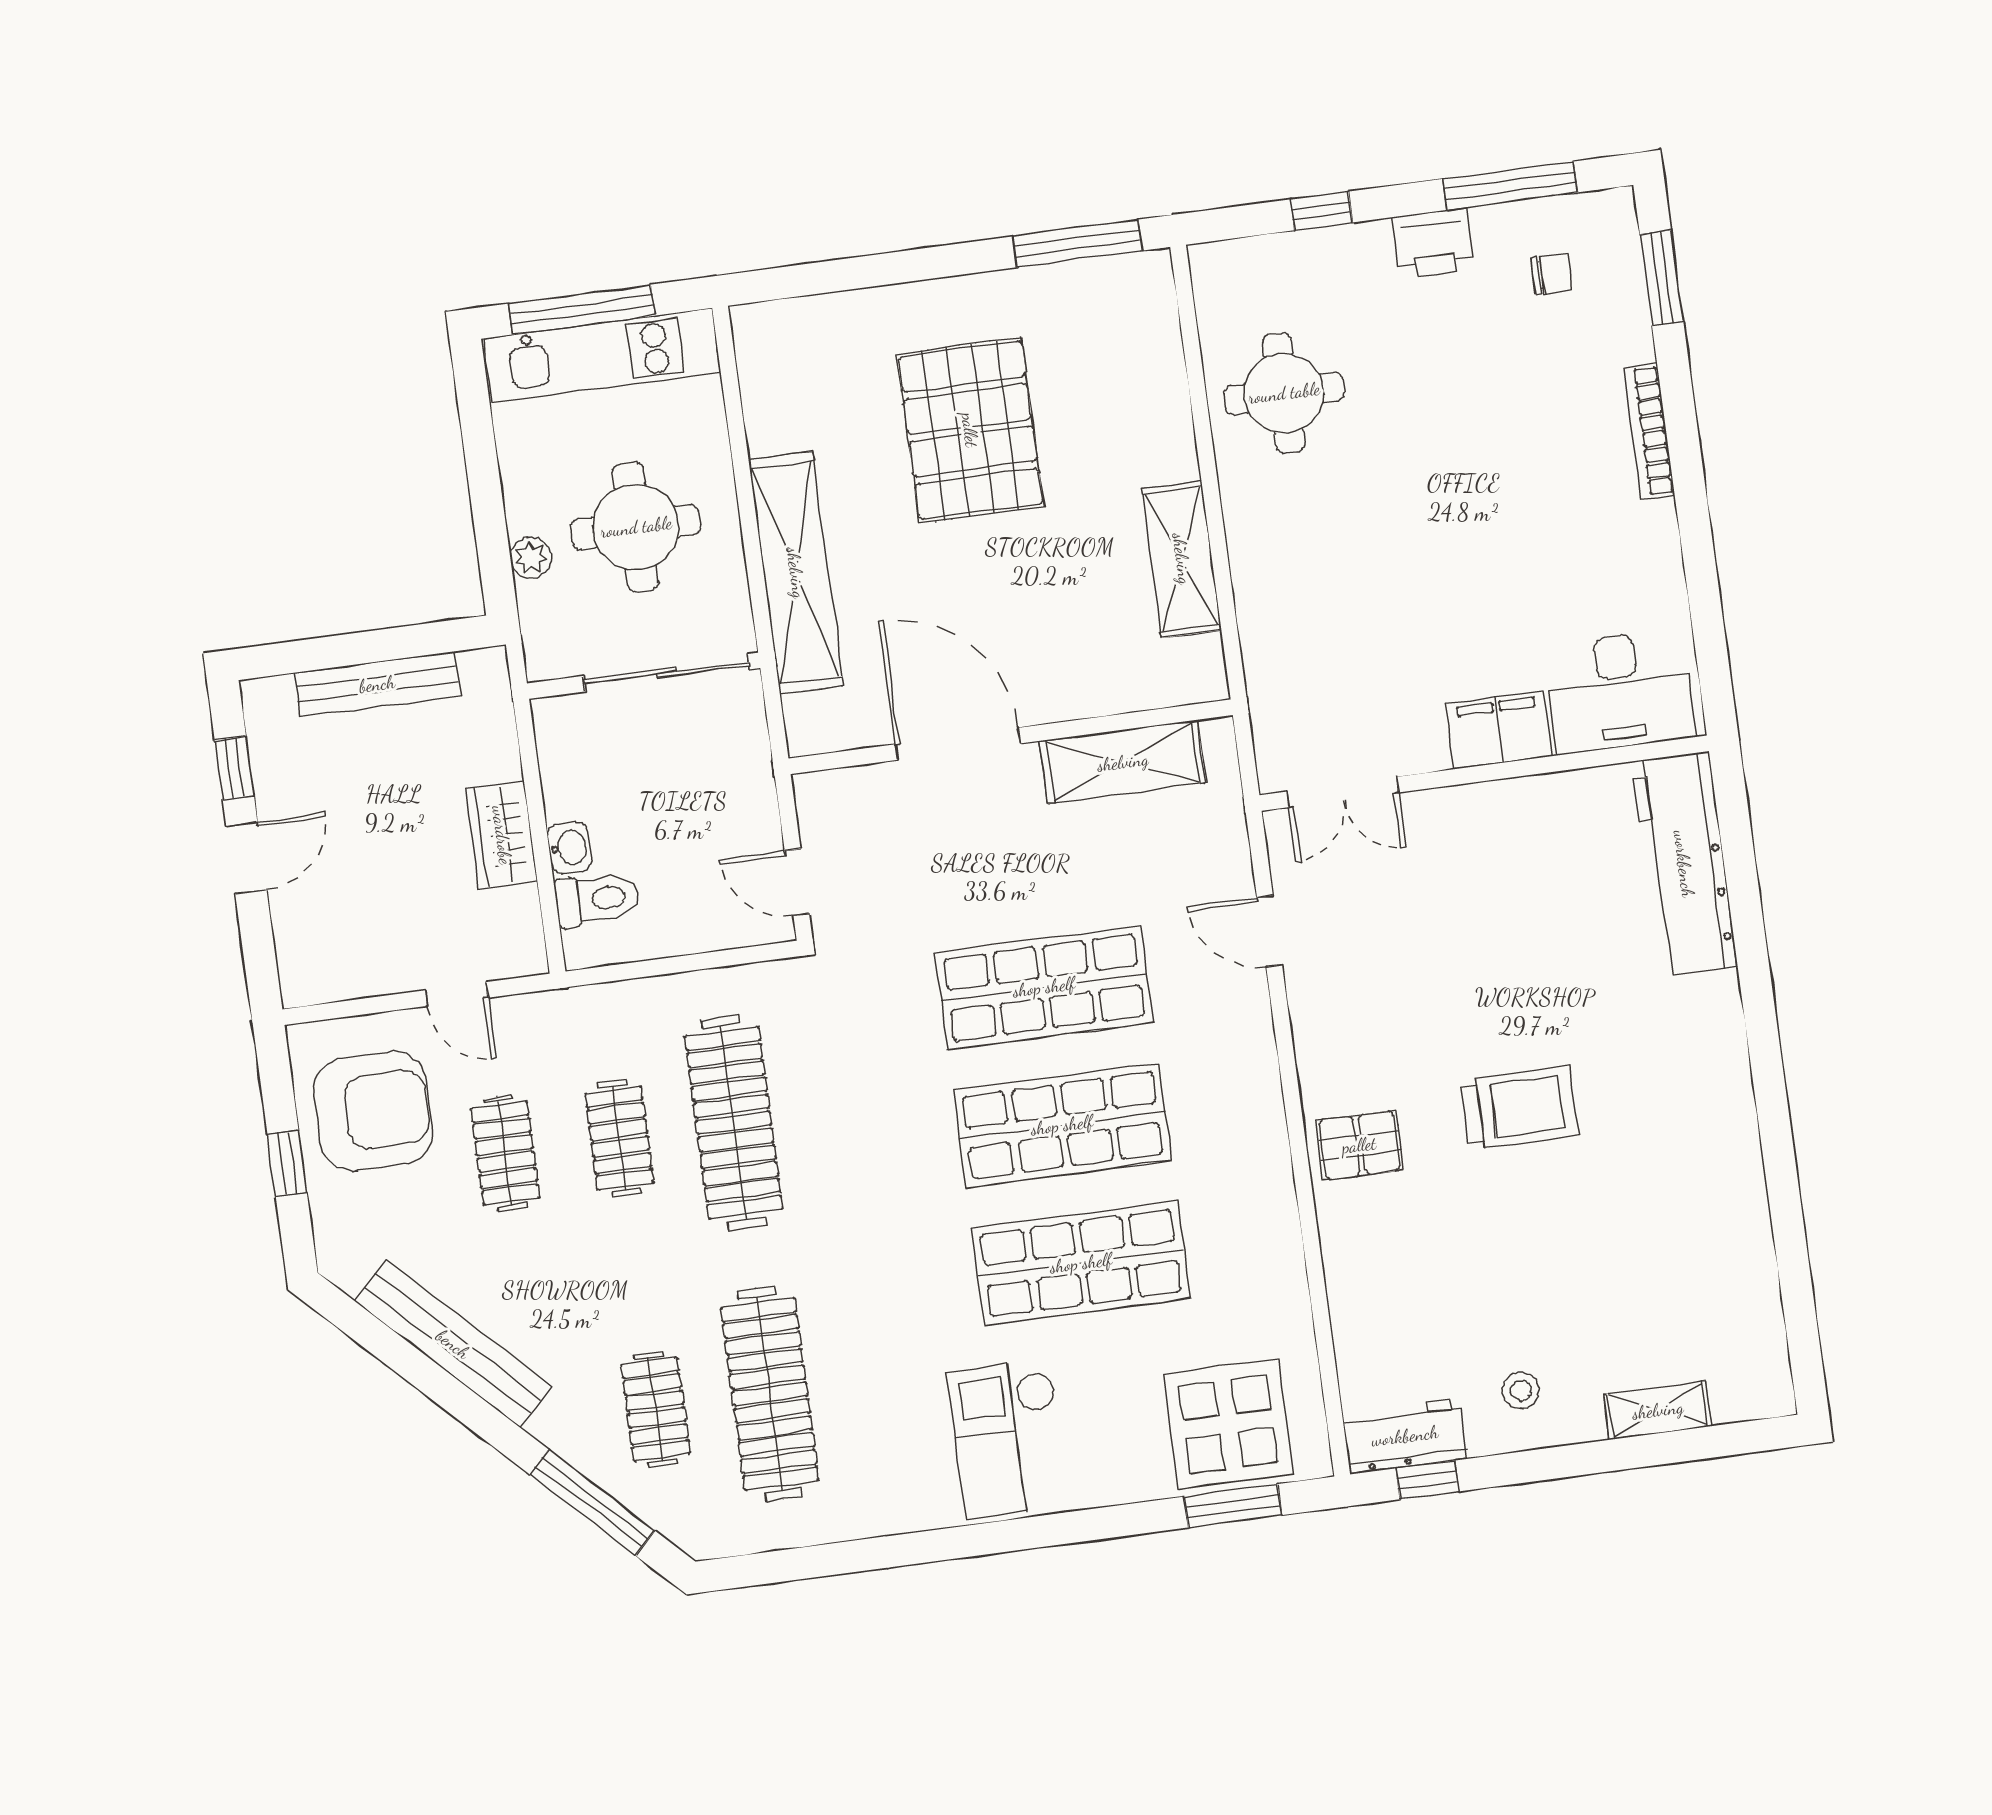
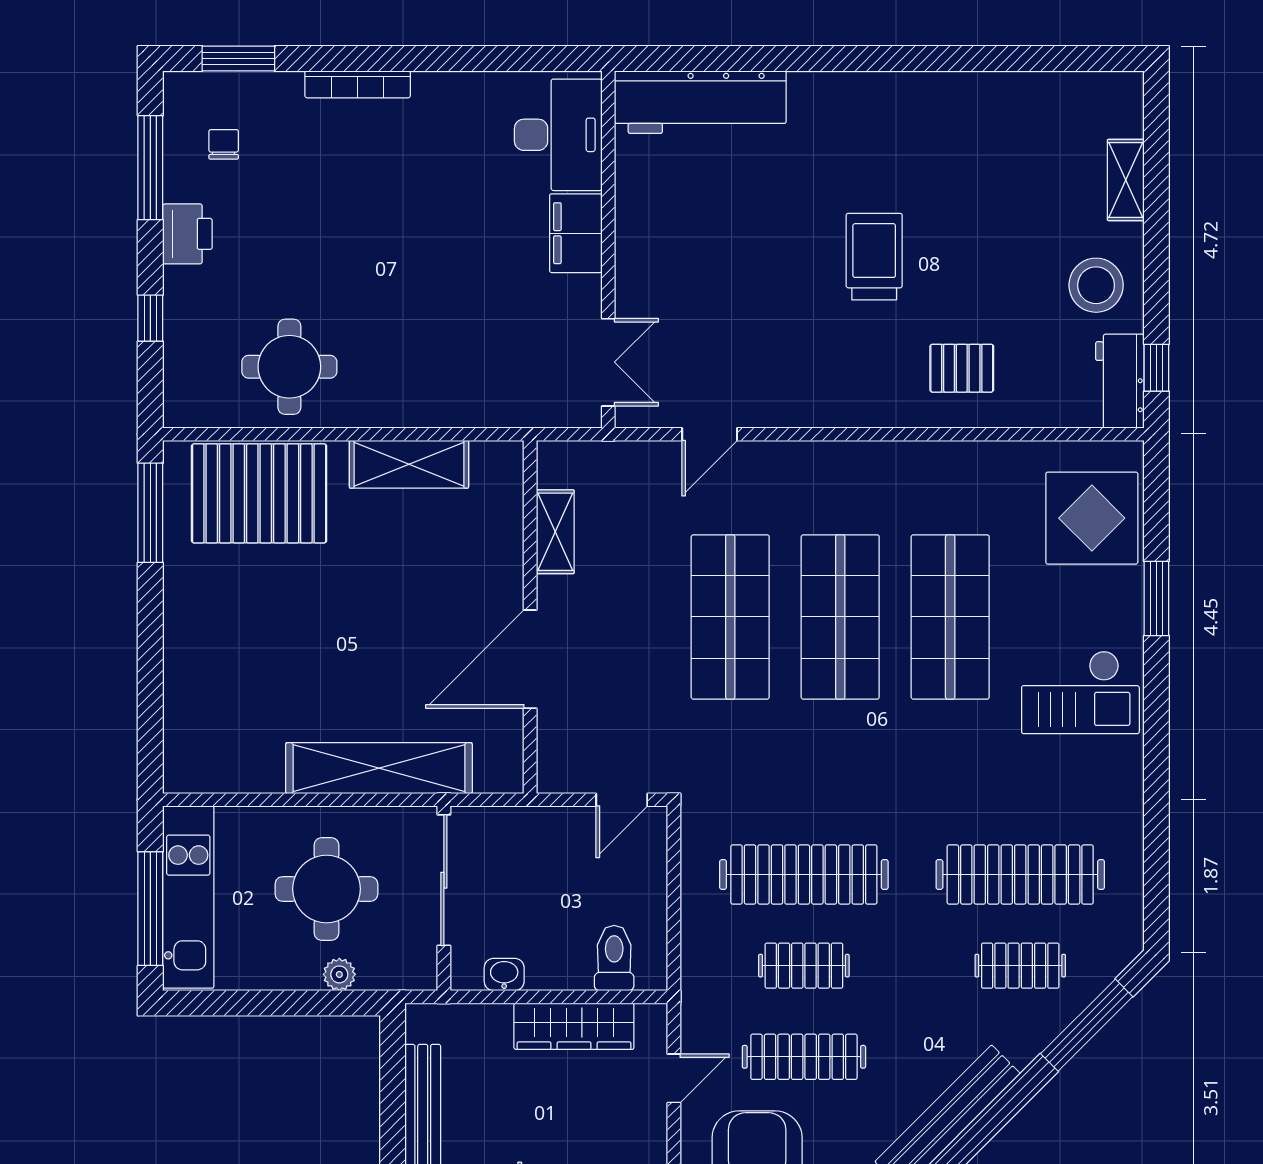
pallet: (970, 430) -> (259, 493), moved
shelving: (1123, 762) -> (555, 532), width x0.67, depth x0.75
wardrobe: (502, 835) -> (574, 1026), width x1.50
washbasin: (569, 848) -> (504, 974), moved
pallet: (1359, 1145) -> (962, 368), moved, turned 90
clothes rail: (505, 1153) -> (804, 1057), width x1.36
stool: (1521, 1390) -> (1096, 285), width x1.89, depth x1.89
window: (1233, 1506) -> (1156, 598), moved

